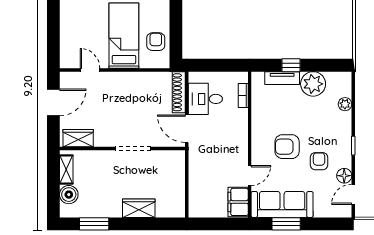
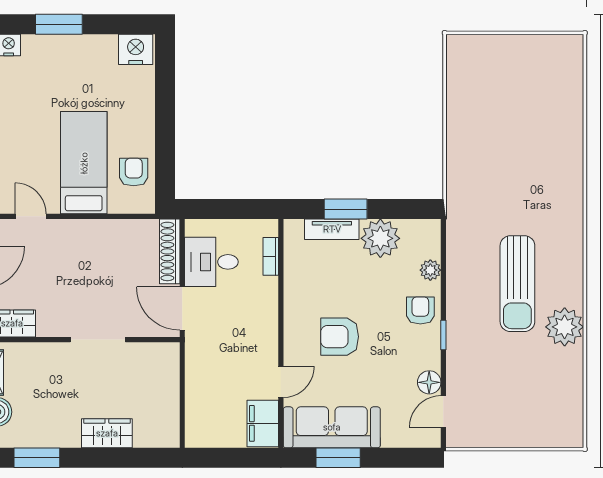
window: (291, 65) -> (346, 209), width x1.50
armchair: (319, 161) -> (420, 310), moved

